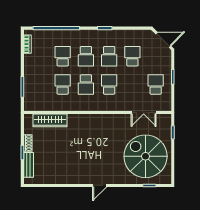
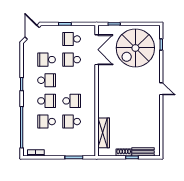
school desk: (109, 84) -> (72, 60), moved
double door: (144, 113) -> (97, 50), width x1.37

